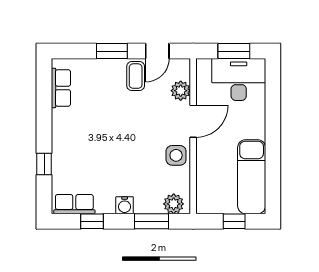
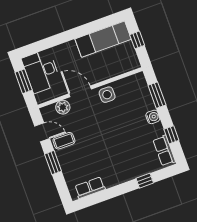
plant: (174, 204) -> (140, 85), removed

